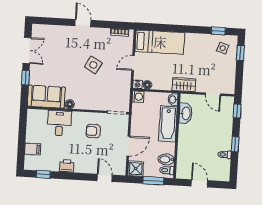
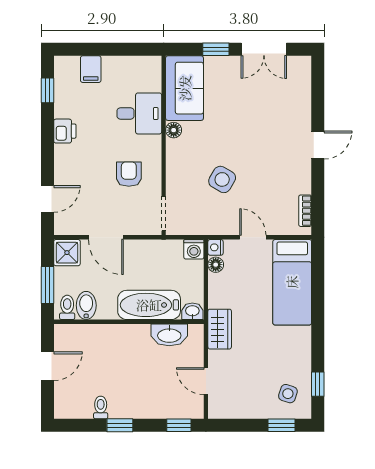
side table: (93, 65) -> (222, 179), moved
door: (213, 94) -> (206, 381), hinge flipped

